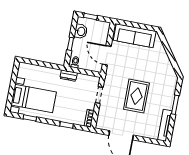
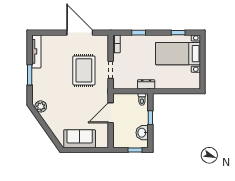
sofa: (135, 36) -> (80, 139), width x0.73
door: (107, 55) -> (111, 113), swing flipped
plant: (170, 73) -> (41, 106), added
rug: (136, 96) -> (84, 70), moved

